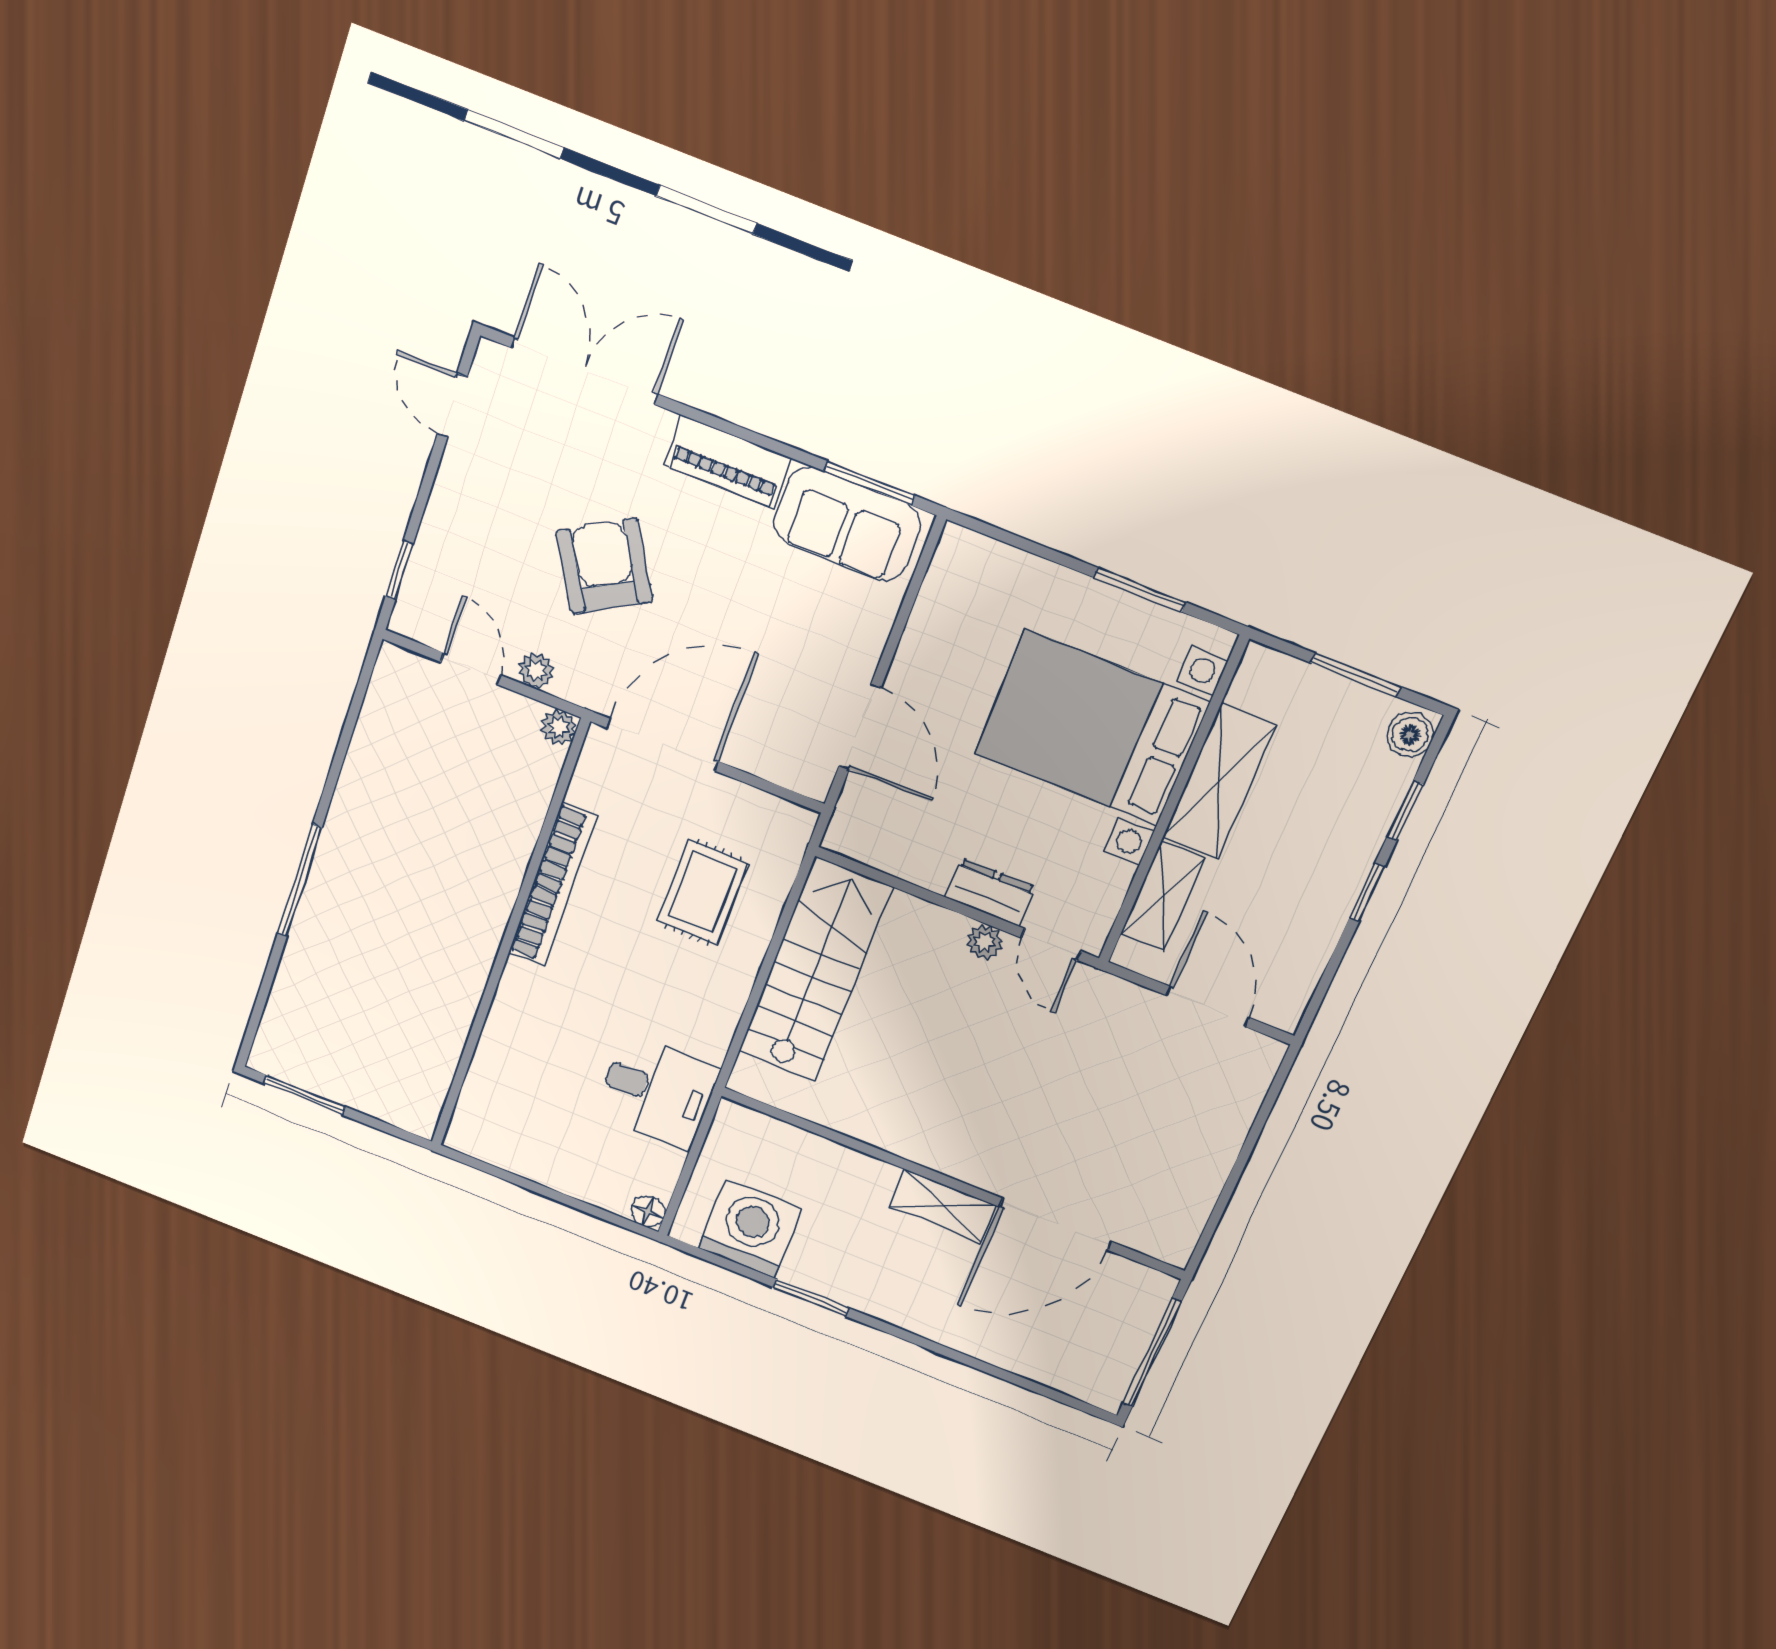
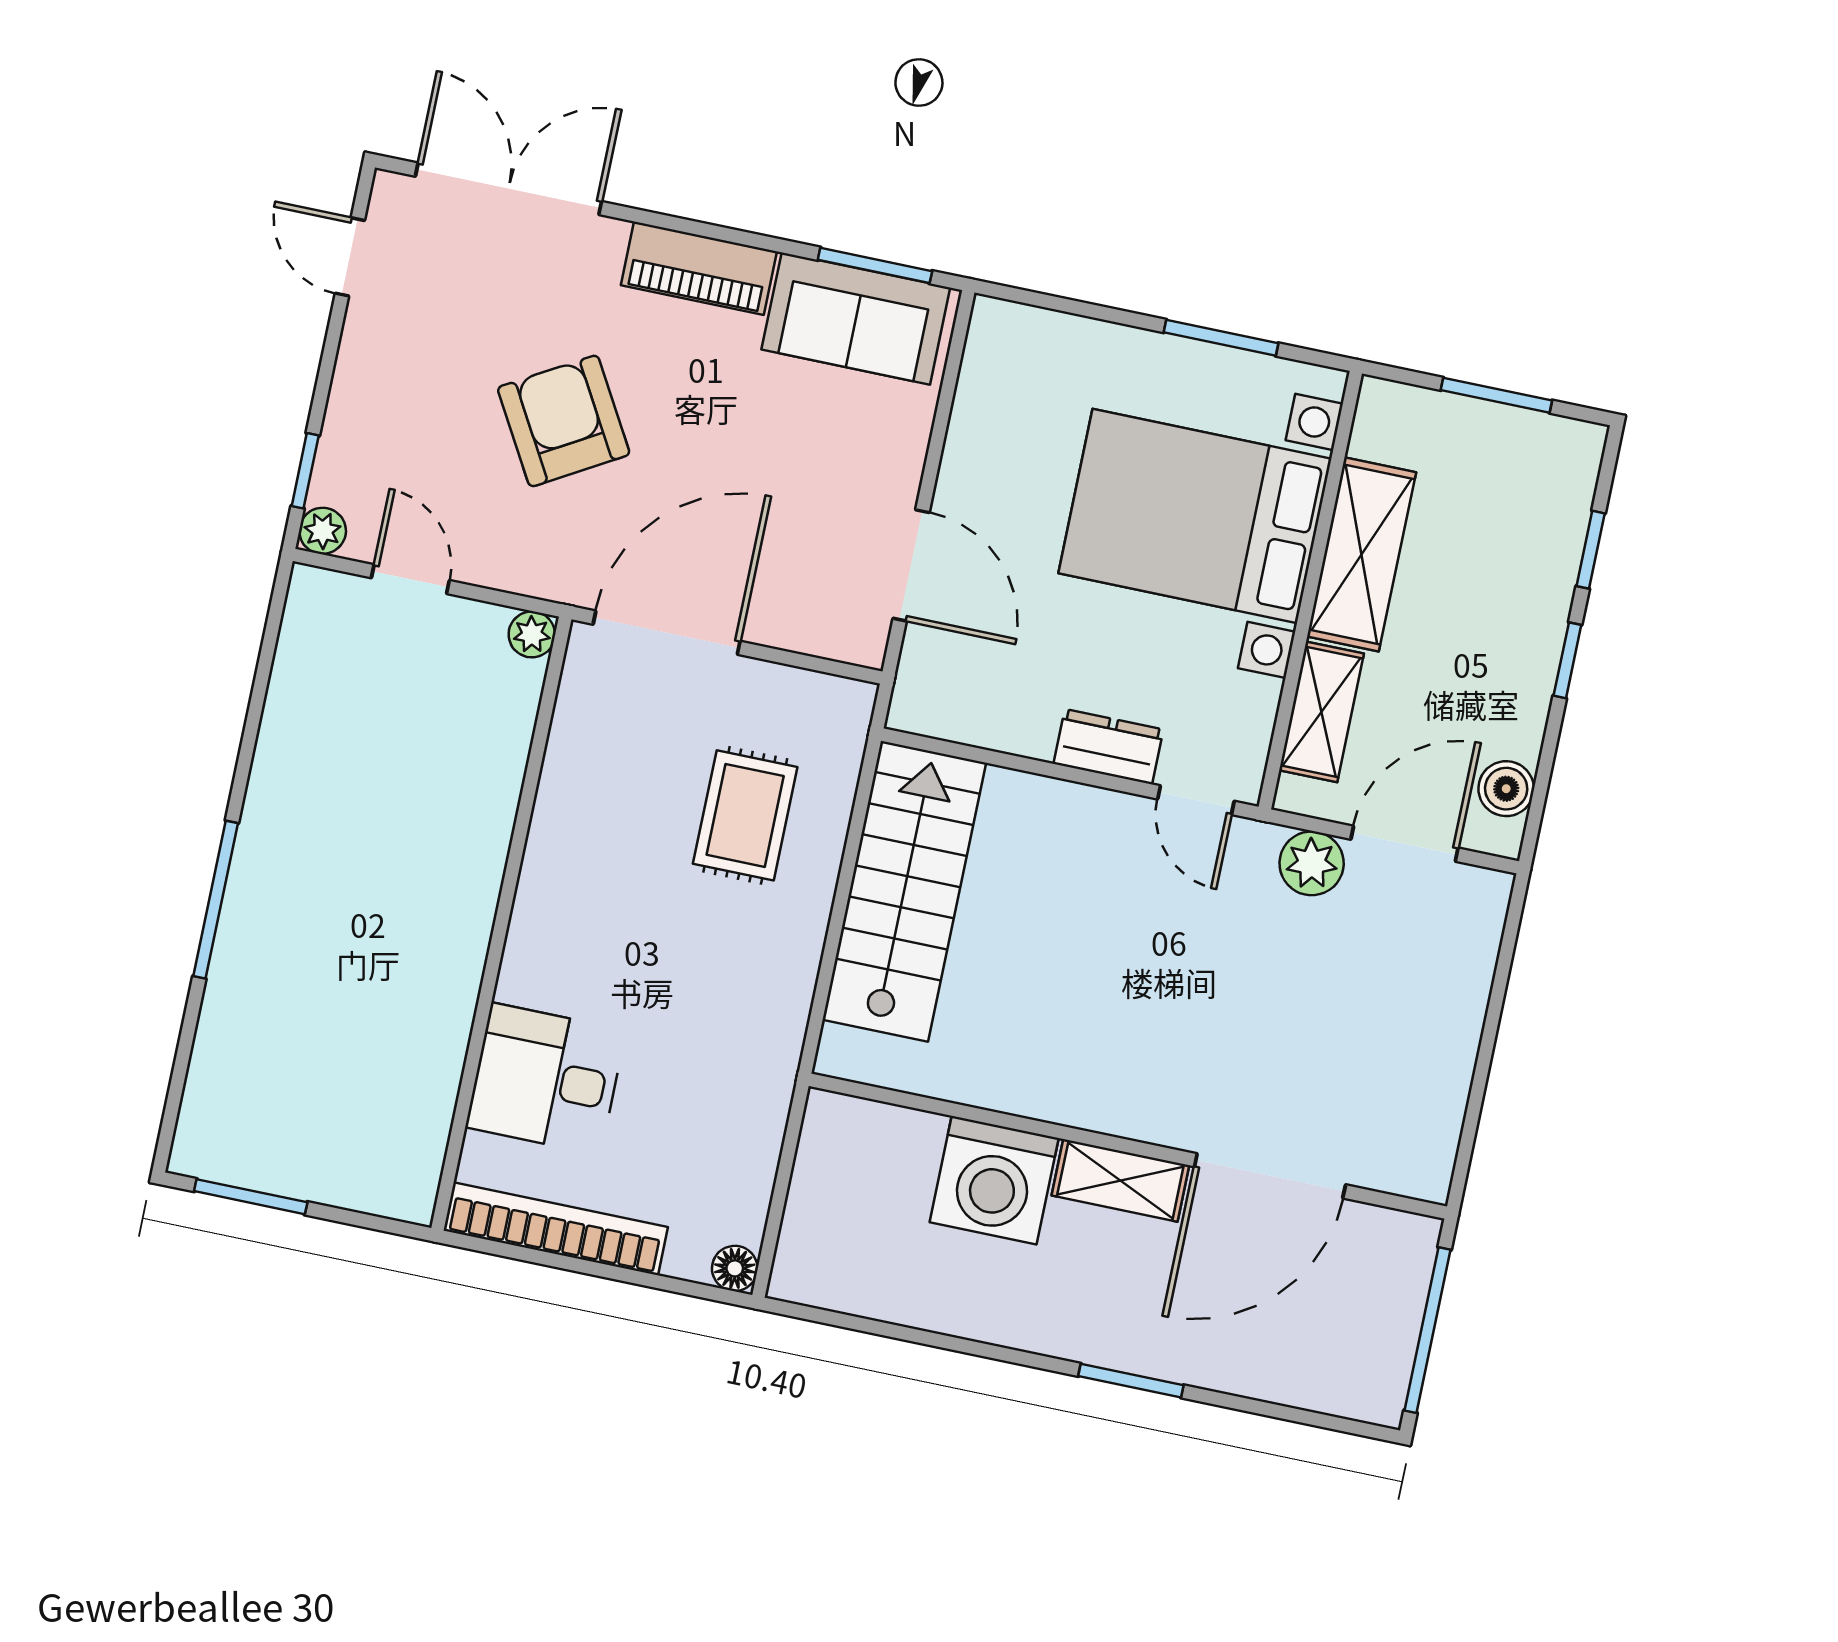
plant: (536, 671) -> (323, 531), moved
boiler: (1410, 735) -> (1506, 789), moved
bookcase: (553, 885) -> (556, 1229), moved, turned -90
plant: (984, 942) -> (1312, 863), moved, width x1.38, depth x1.38
door: (1207, 1006) -> (1405, 844), hinge flipped
desk: (657, 1091) -> (546, 1079), moved, turned 180
washing machine: (750, 1229) -> (994, 1180), moved, turned 180
window: (811, 1298) -> (1131, 1381), moved

